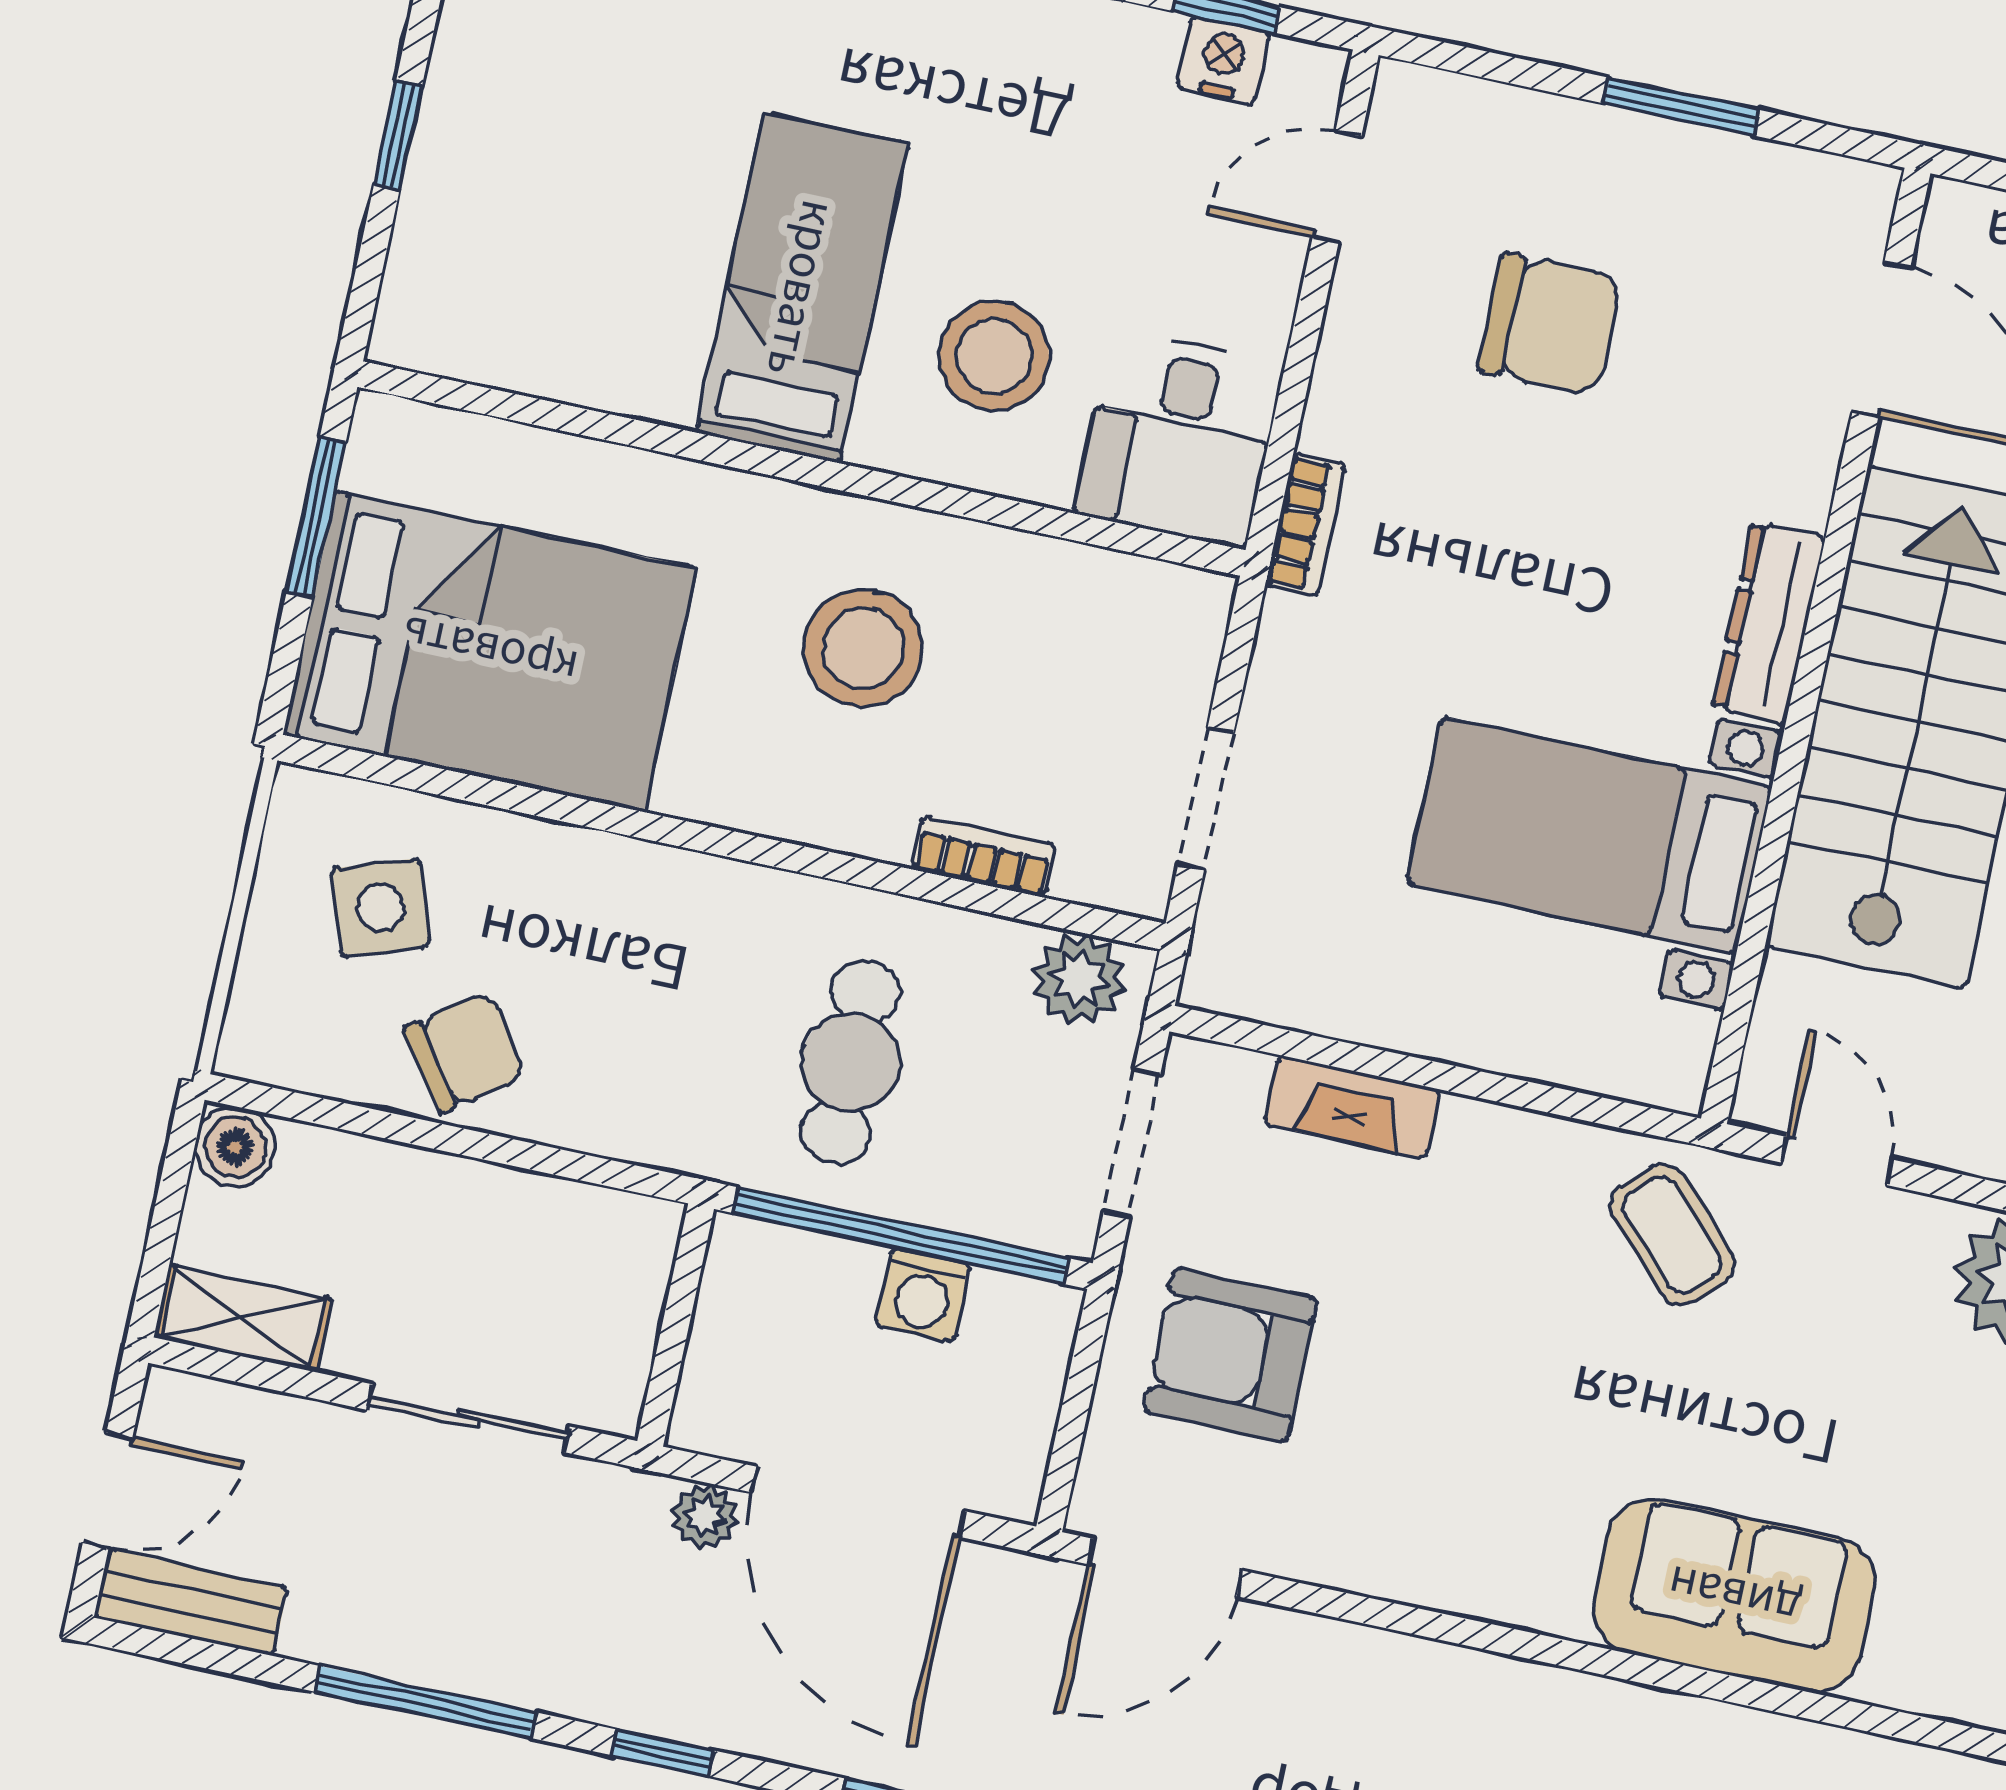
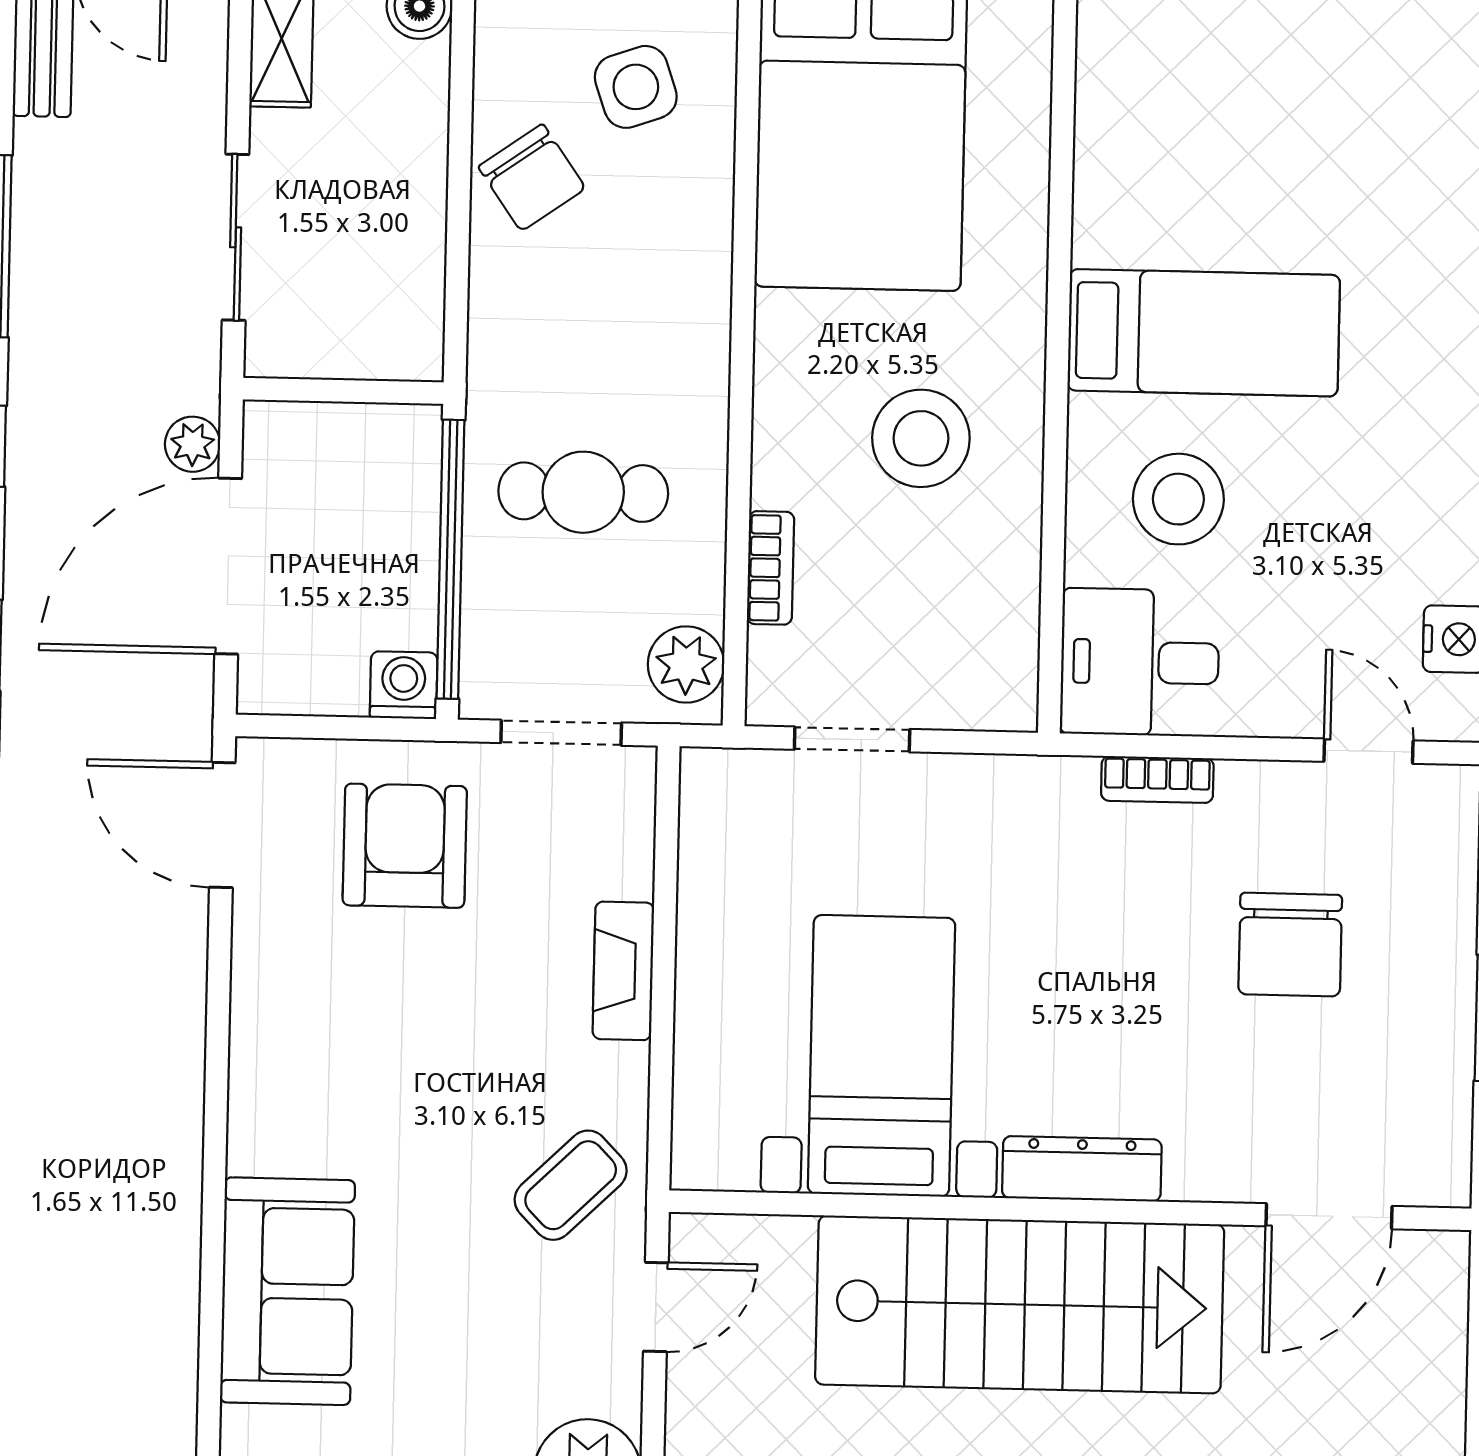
bookcase: (1306, 525) -> (1157, 779), moved
fireplace: (1352, 1107) -> (623, 971), moved
washing machine: (923, 1295) -> (404, 685), moved, turned 90

